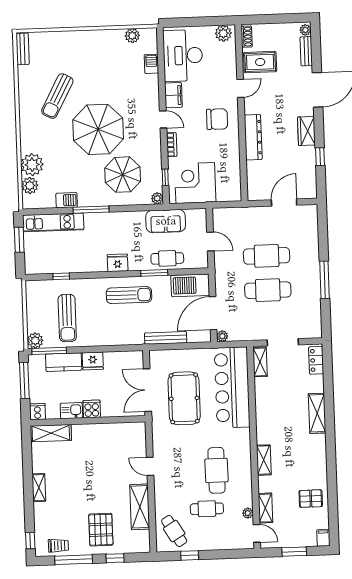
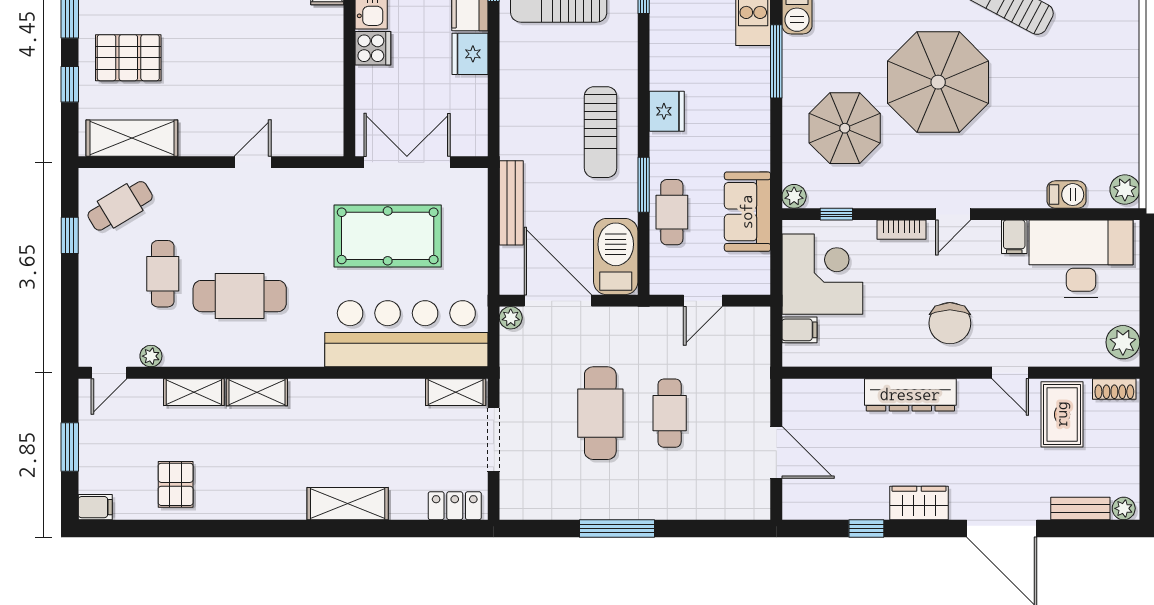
plant: (132, 36) -> (1125, 190), moved
filing cabinet: (173, 95) -> (1014, 237), width x0.50
filing cabinet: (223, 193) -> (799, 330), added
cafe table: (267, 256) -> (670, 413), width x0.73, depth x0.74
shelving: (140, 507) -> (132, 138), moved
shelving: (265, 508) -> (194, 392), moved

